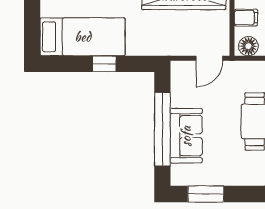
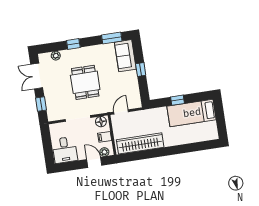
window: (162, 129) -> (141, 70), width x0.32
sofa: (186, 136) -> (125, 56), moved

